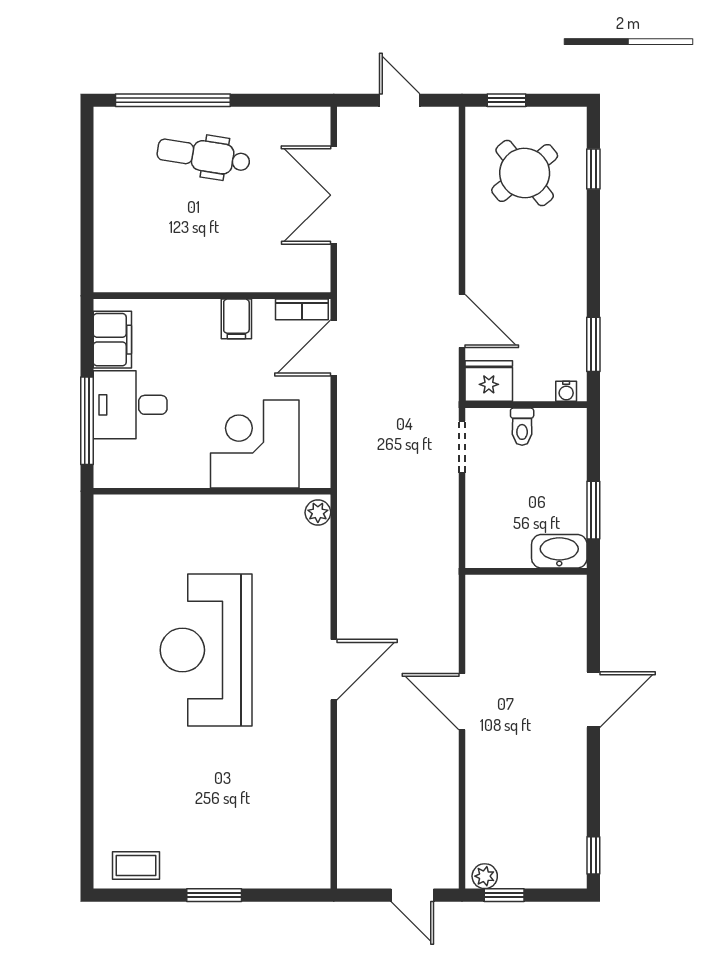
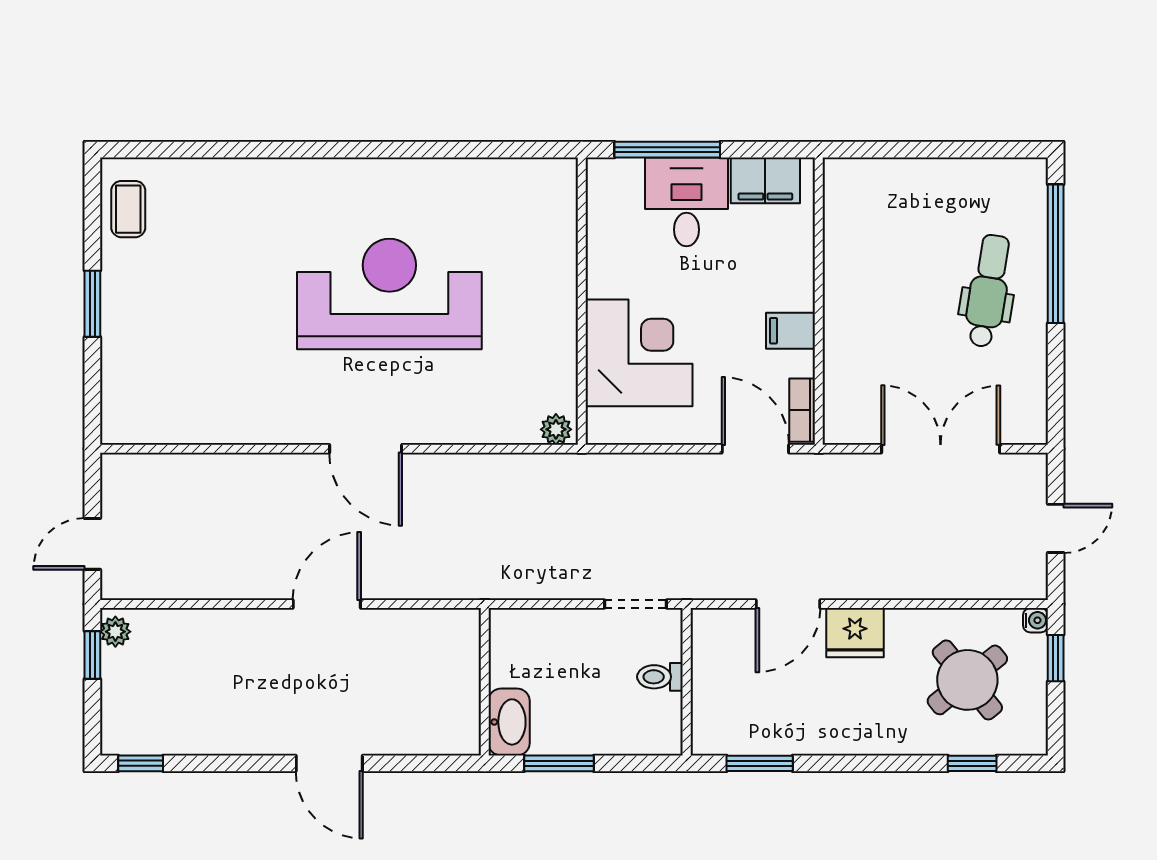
fridge: (489, 381) -> (855, 633), moved, turned 90
water cooler: (566, 391) -> (1036, 620), moved, turned 180

